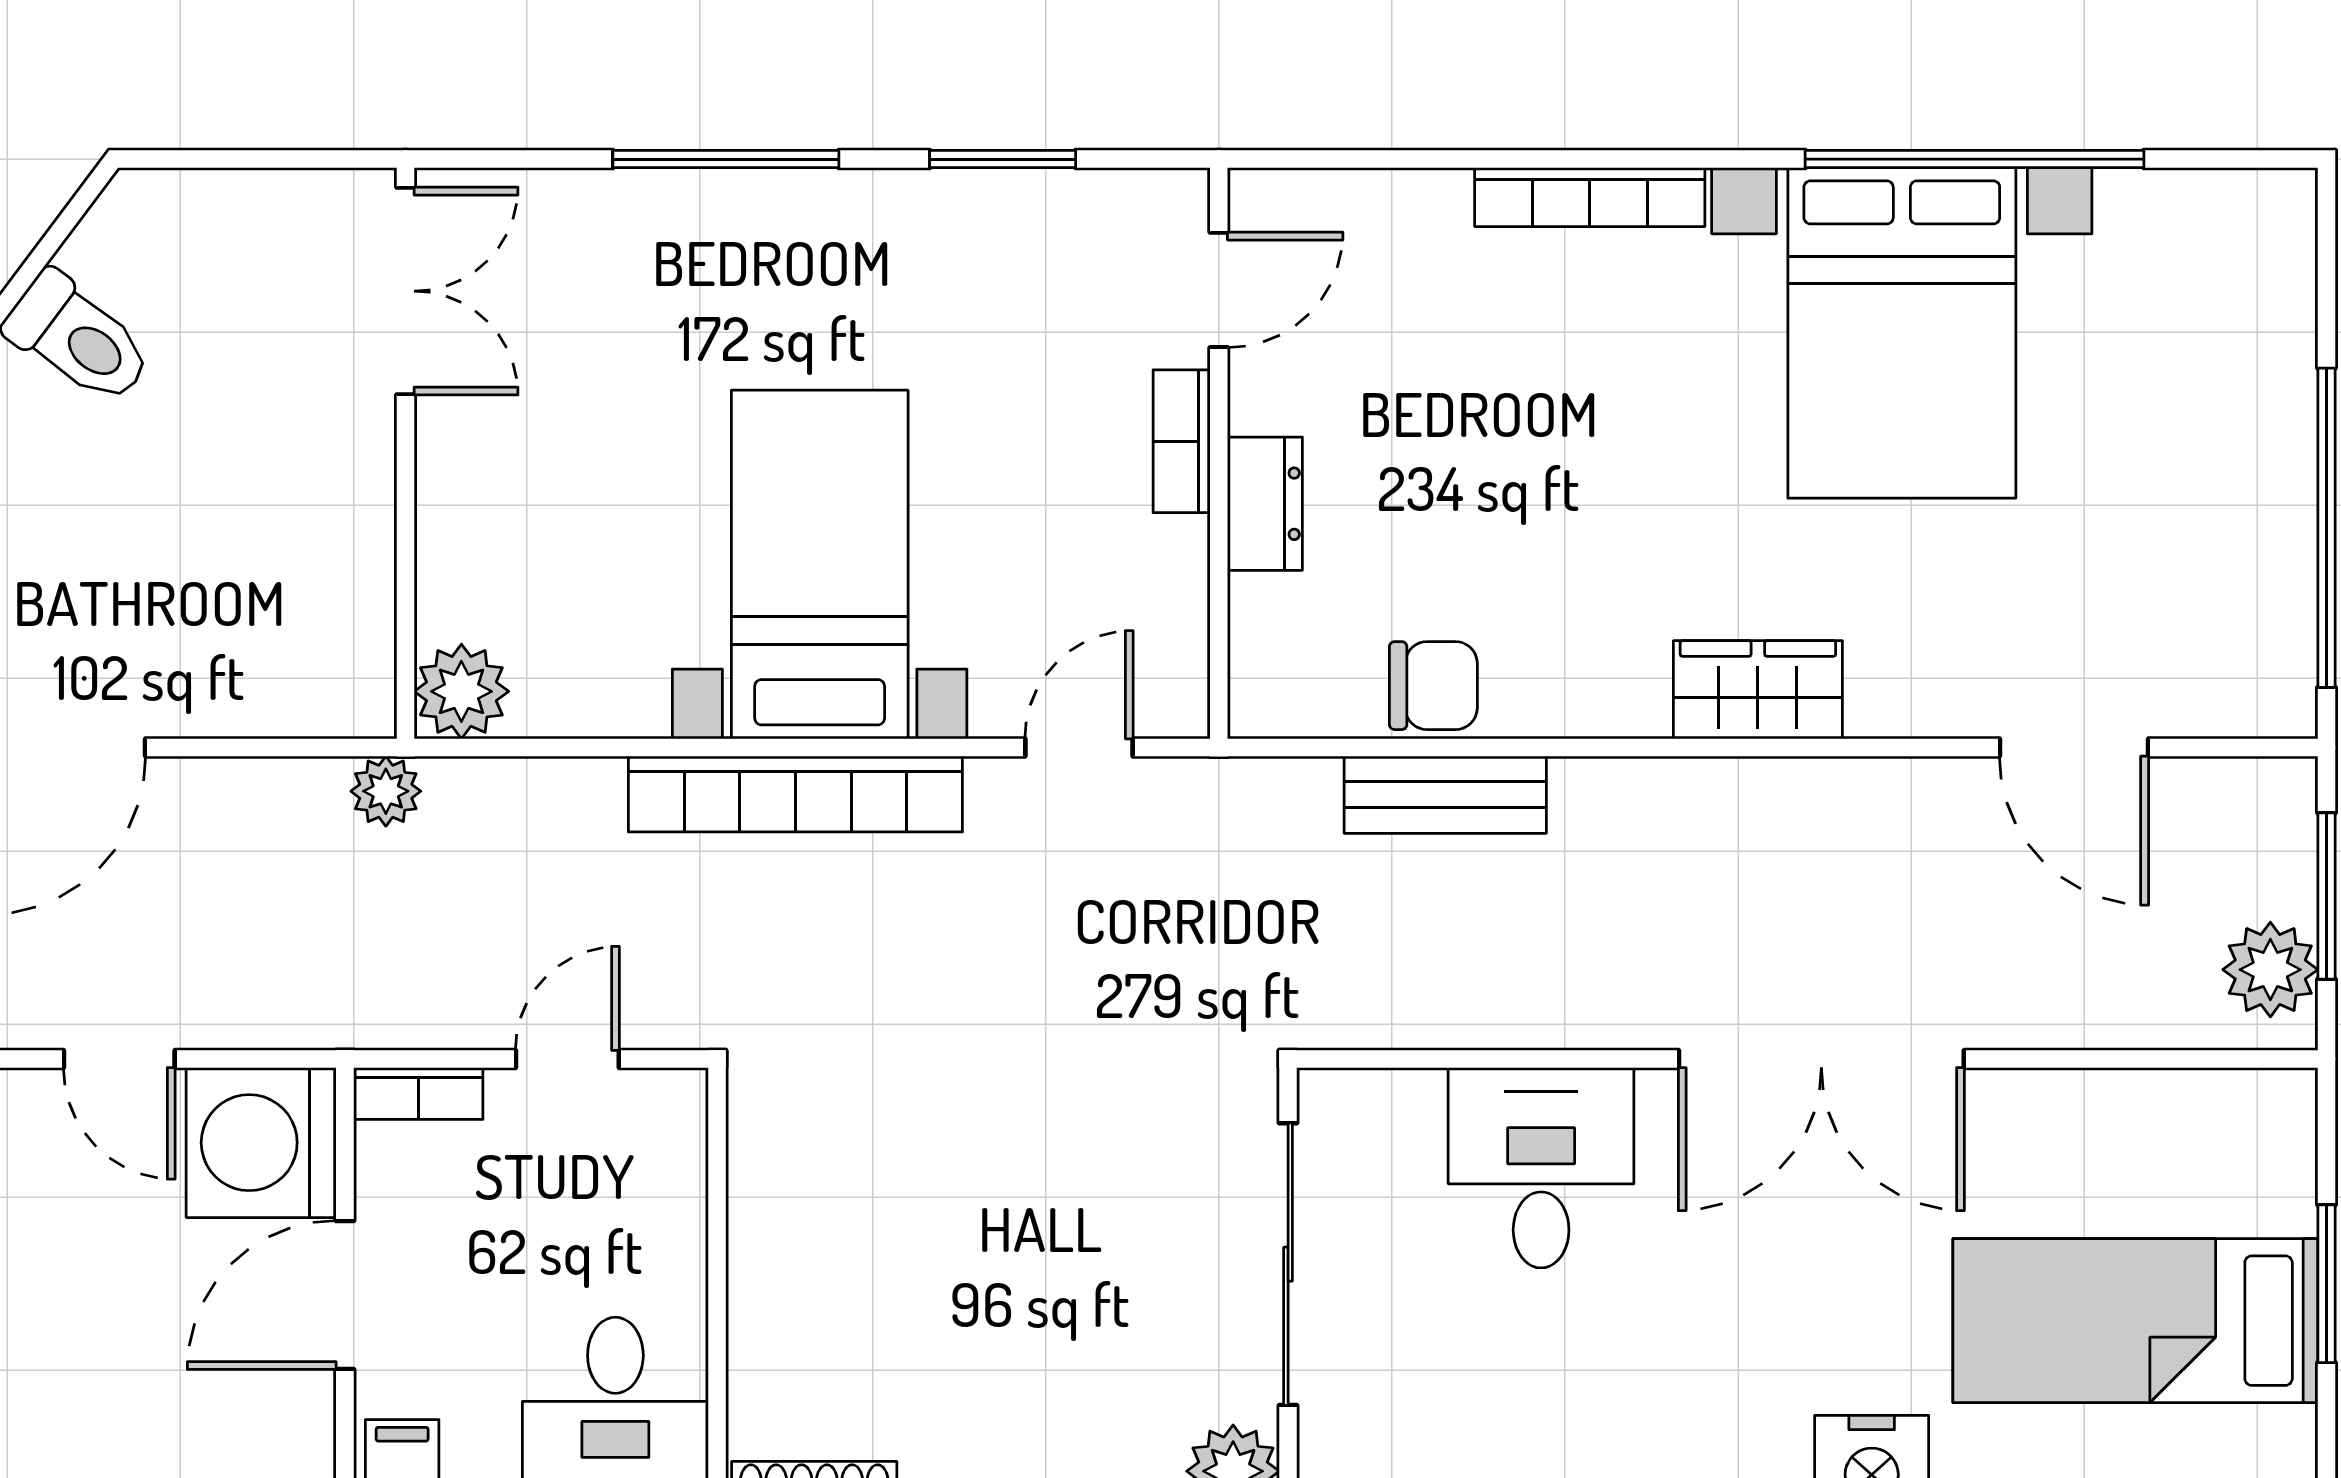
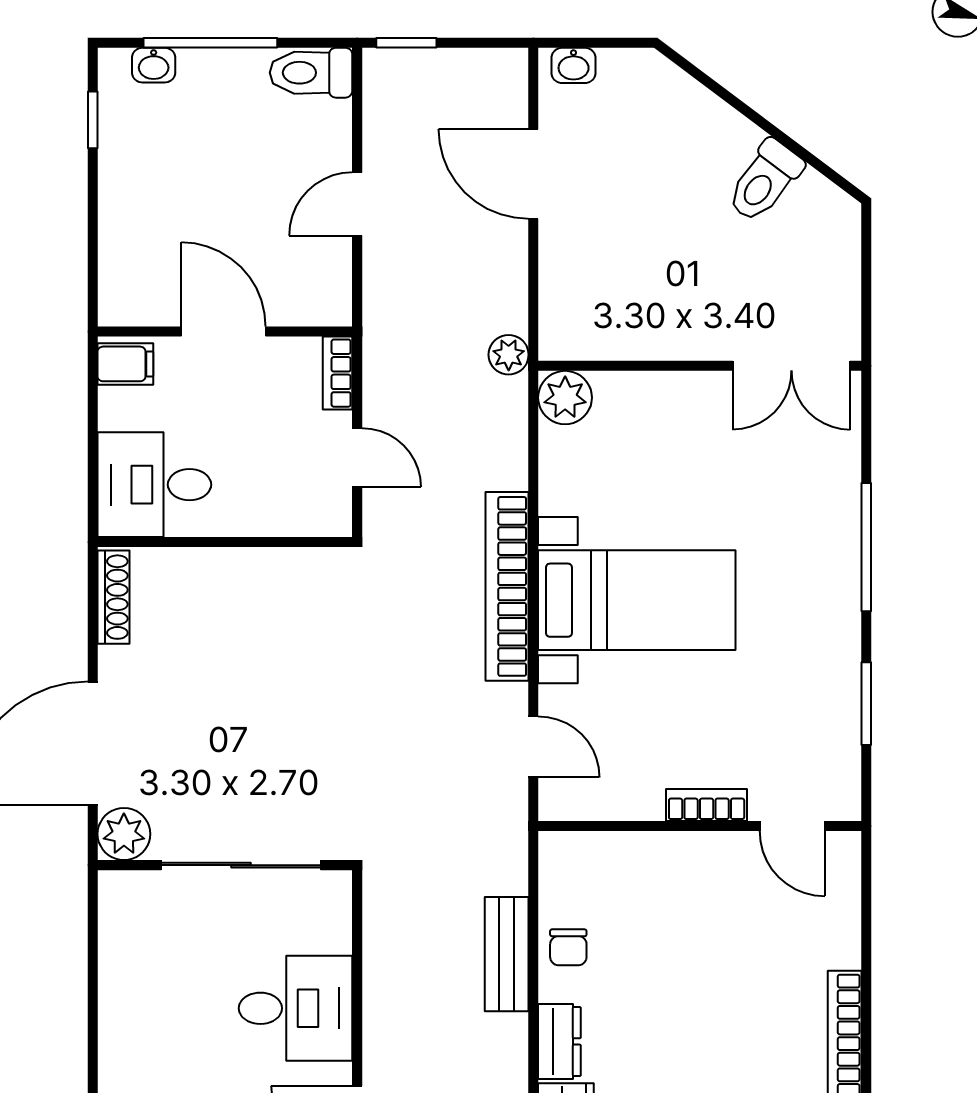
dresser: (1265, 504) -> (559, 1041), moved, turned -90
chair: (1433, 686) -> (568, 947), width x0.73, depth x0.73
washing machine: (261, 1143) -> (310, 284), removed

